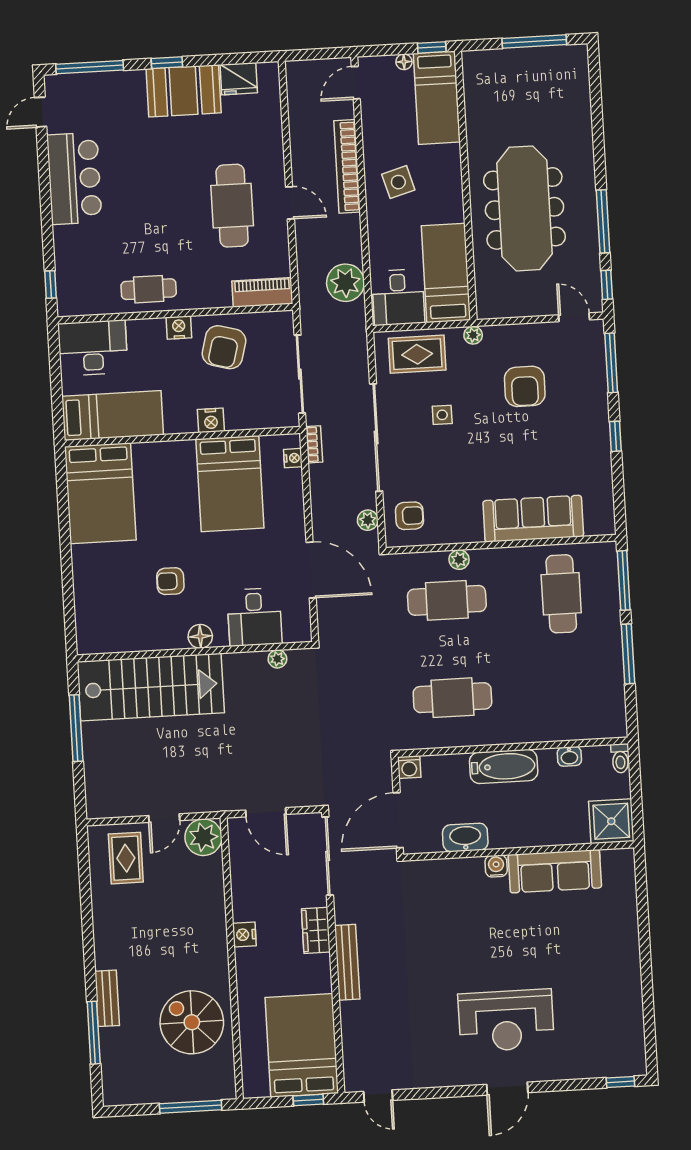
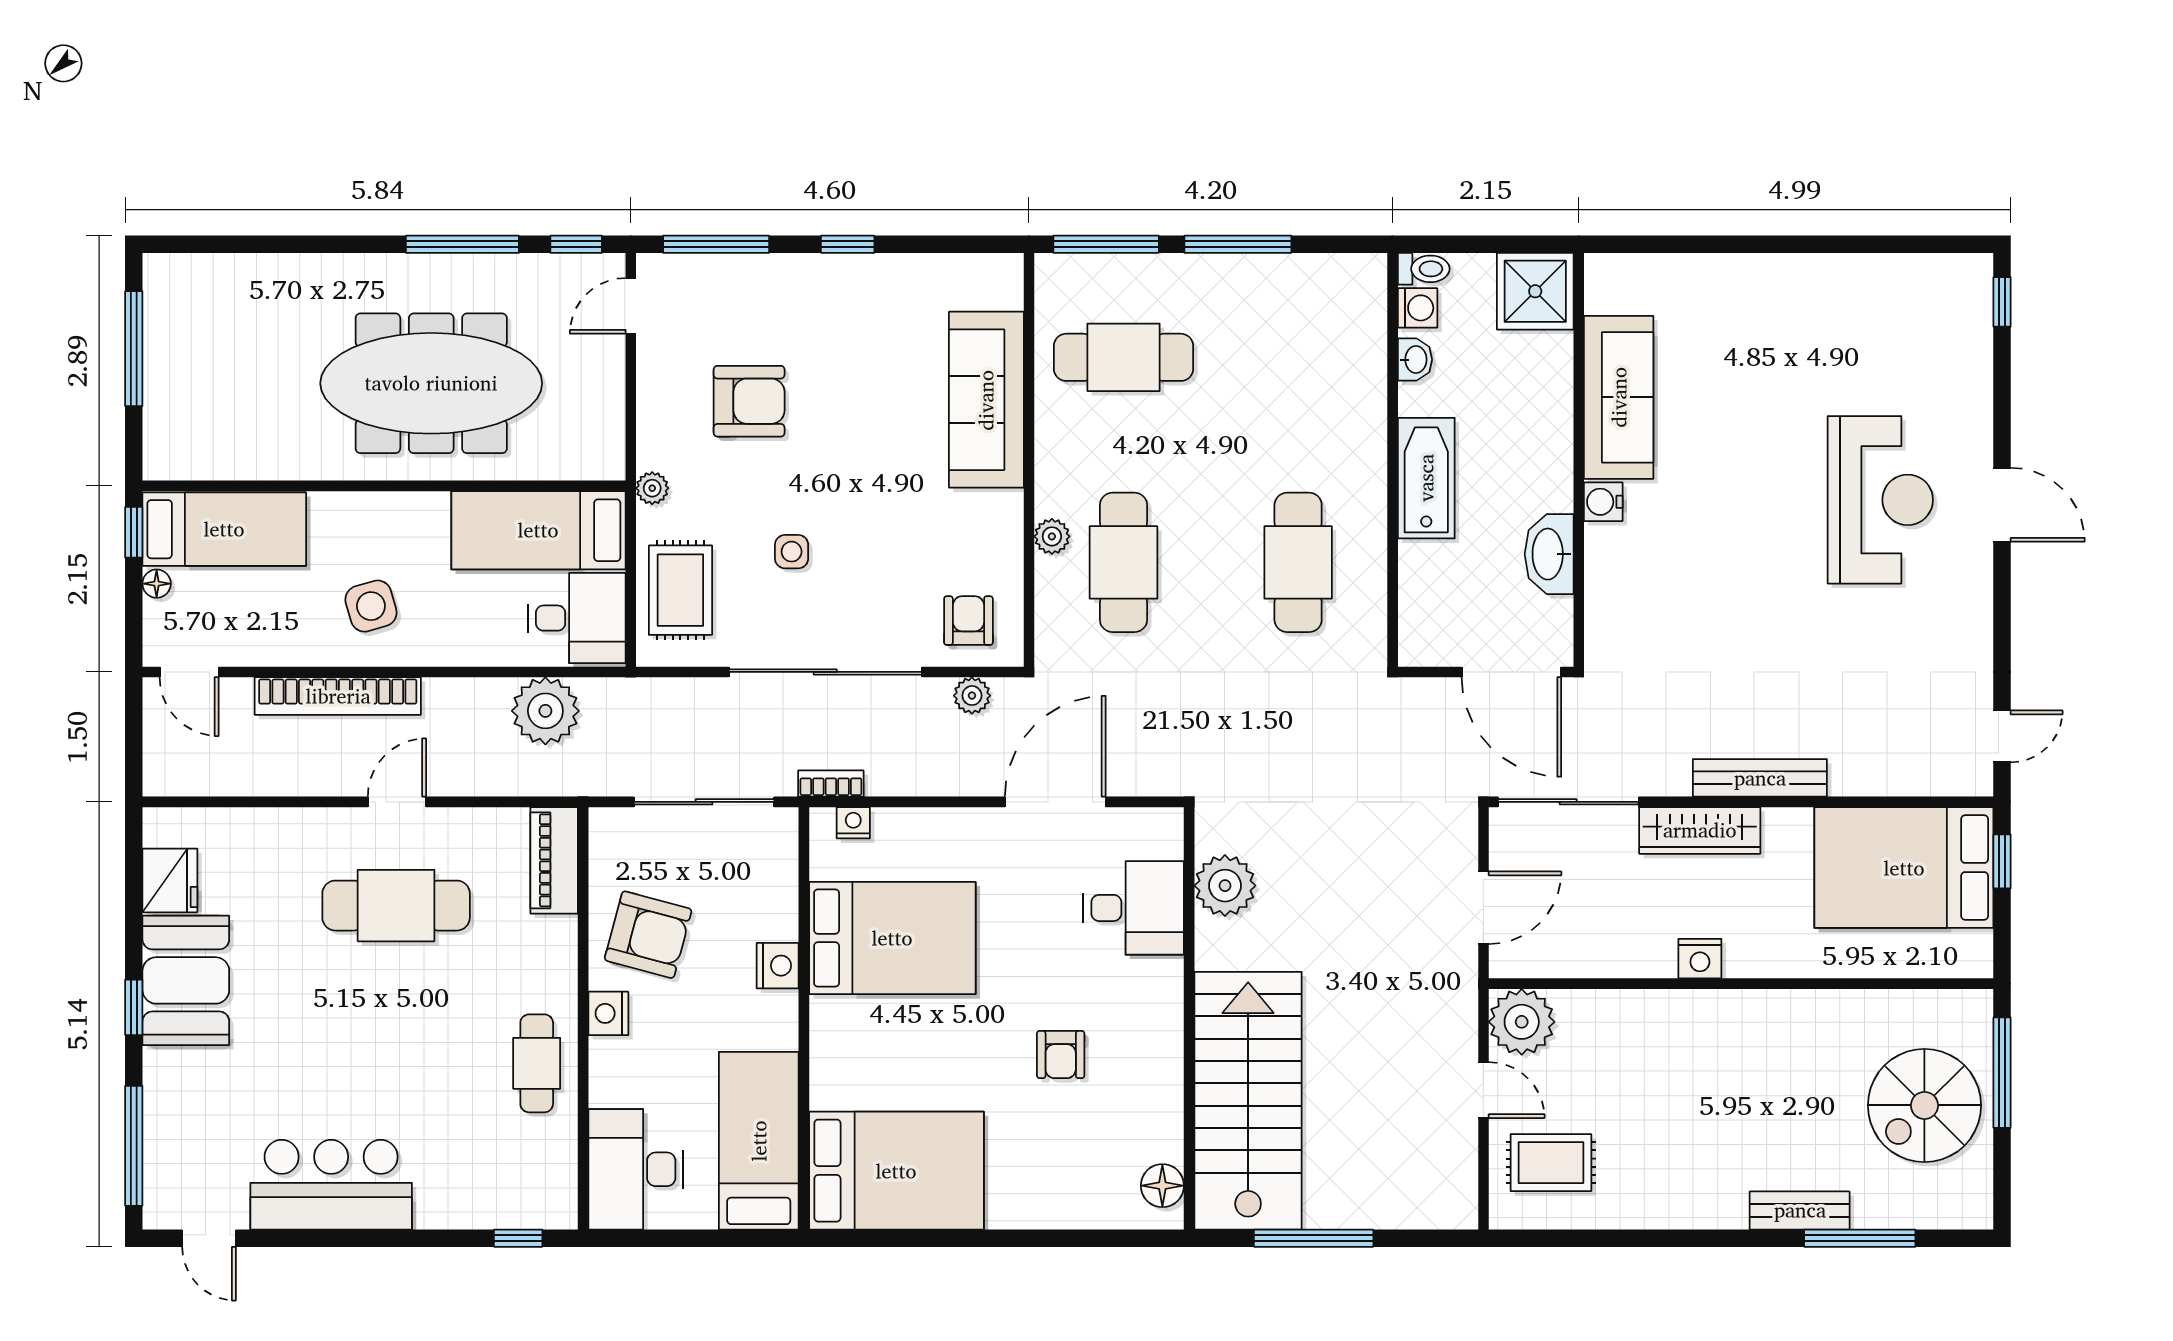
floor lamp: (200, 636) -> (1162, 1186), moved
plant: (277, 659) -> (1225, 886), width x1.88, depth x1.88
washing machine: (409, 767) -> (1418, 308), moved
wardrobe: (316, 930) -> (1700, 830), width x1.50
spiral stairs: (192, 1022) -> (1924, 1105), moved

